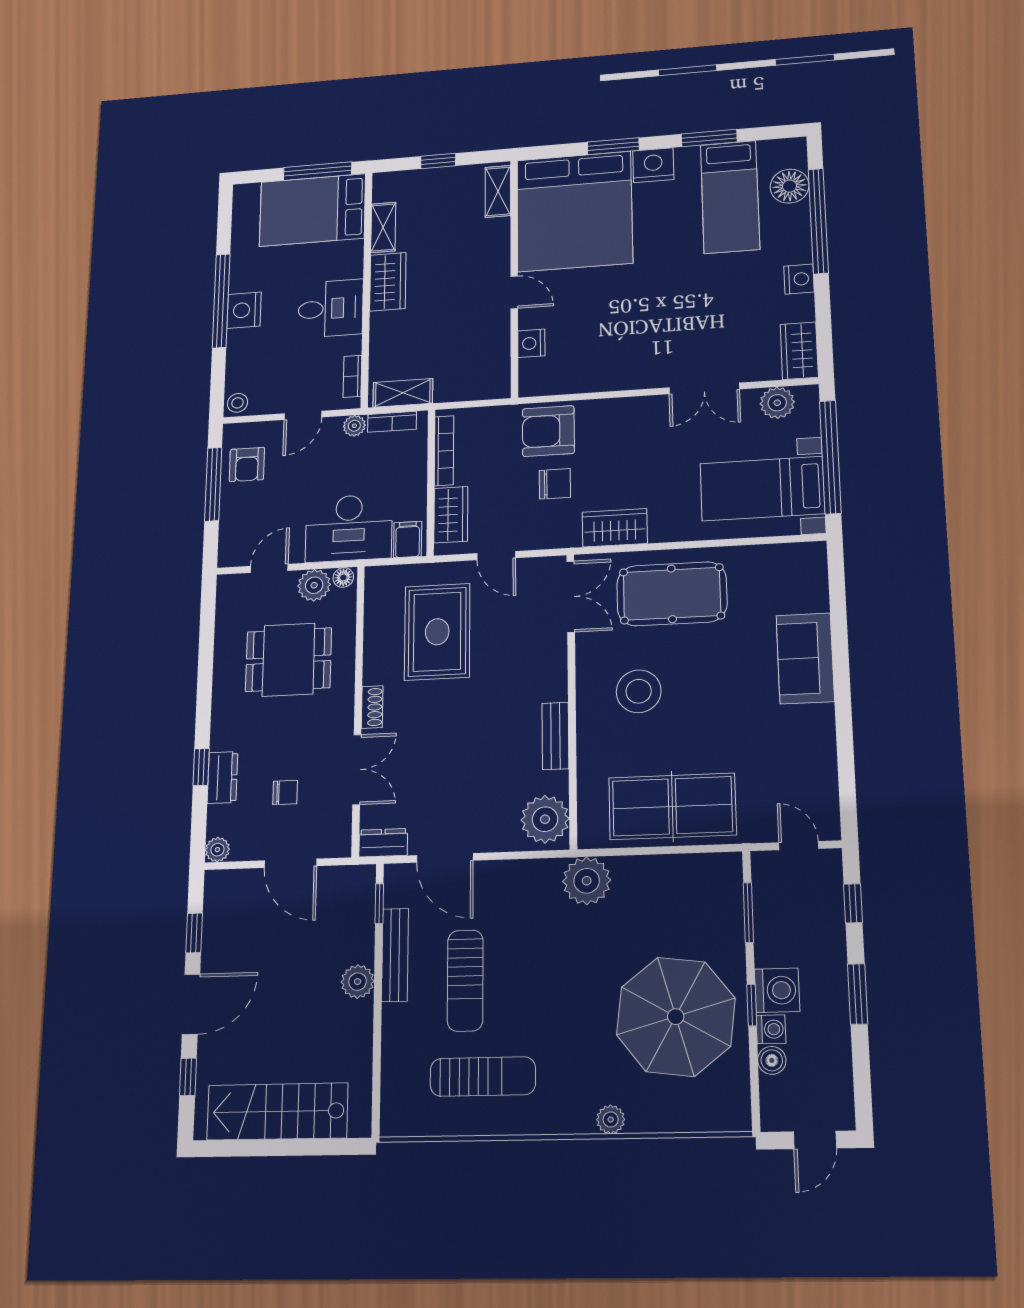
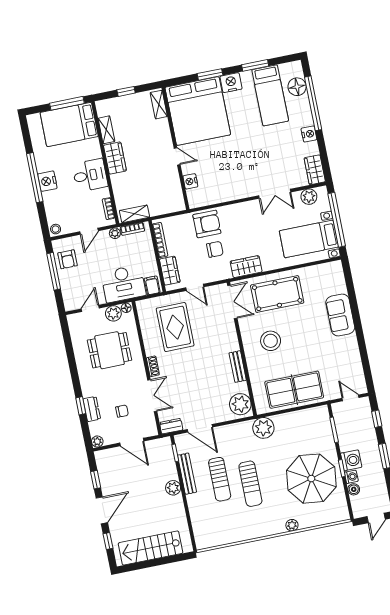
armchair: (548, 431) -> (207, 224), turned 180
sun lounger: (483, 1077) -> (250, 484), moved, turned 90

